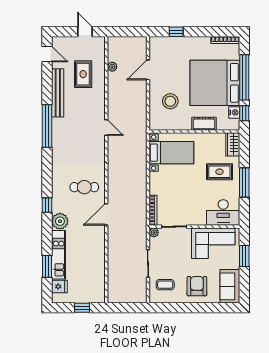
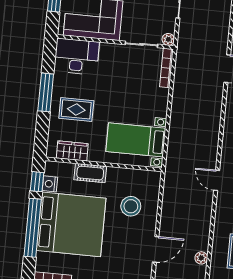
wardrobe: (233, 144) -> (72, 151), moved, turned -90

